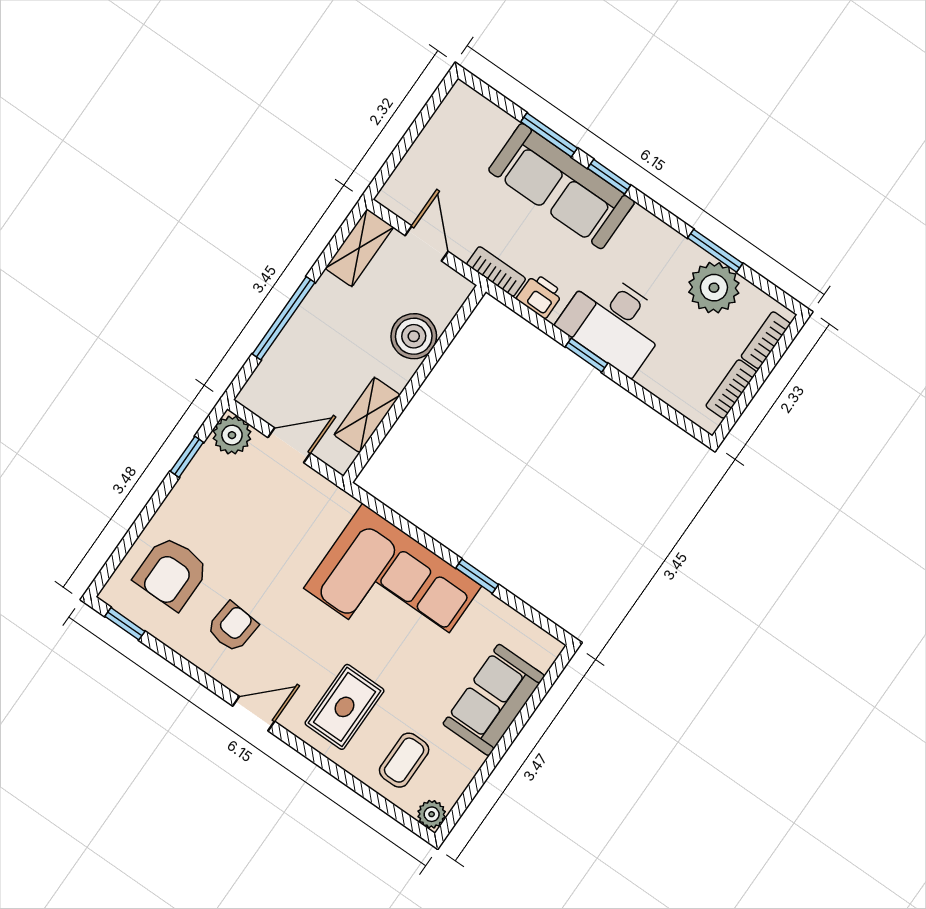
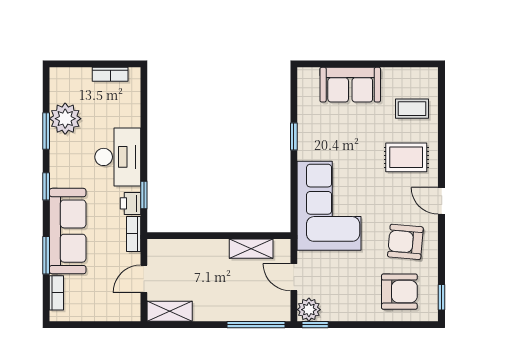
window: (609, 177) -> (46, 186), moved
window: (284, 318) -> (256, 325), moved
boiler: (414, 336) -> (195, 253), removed
bookcase: (766, 340) -> (56, 293), moved, turned -90
window: (586, 355) -> (144, 195), moved
window: (187, 457) -> (315, 325), moved
corner sofa: (393, 587) -> (329, 206), moved
armchair: (232, 627) -> (405, 242), width x1.38, depth x1.38
plant: (432, 814) -> (430, 76), removed

